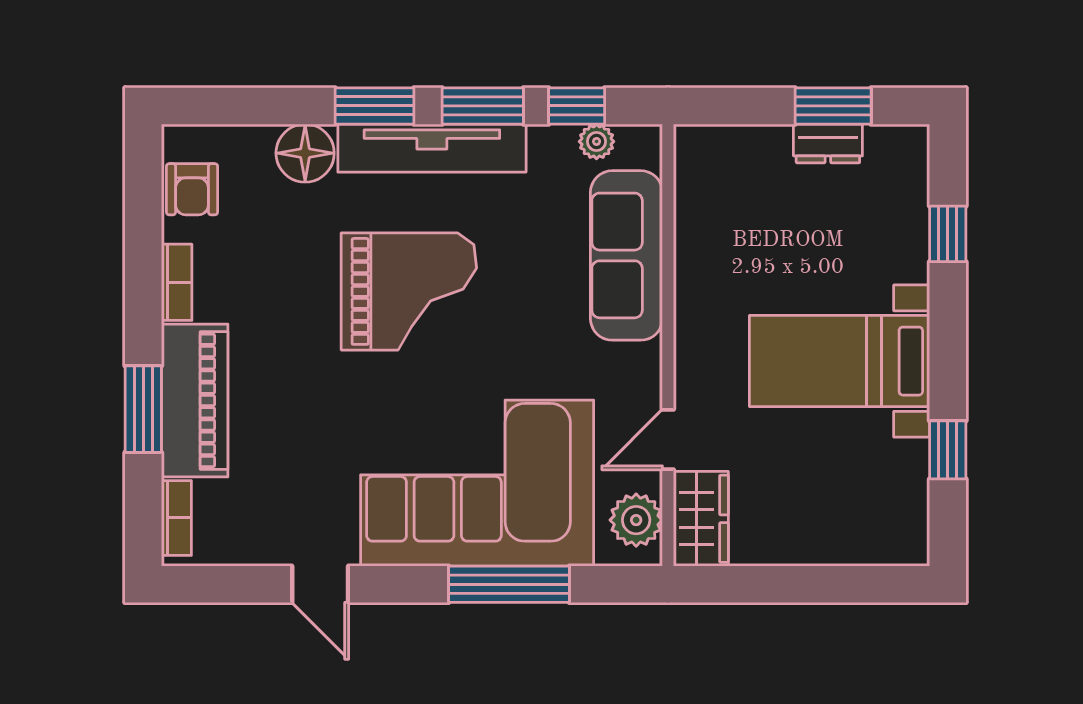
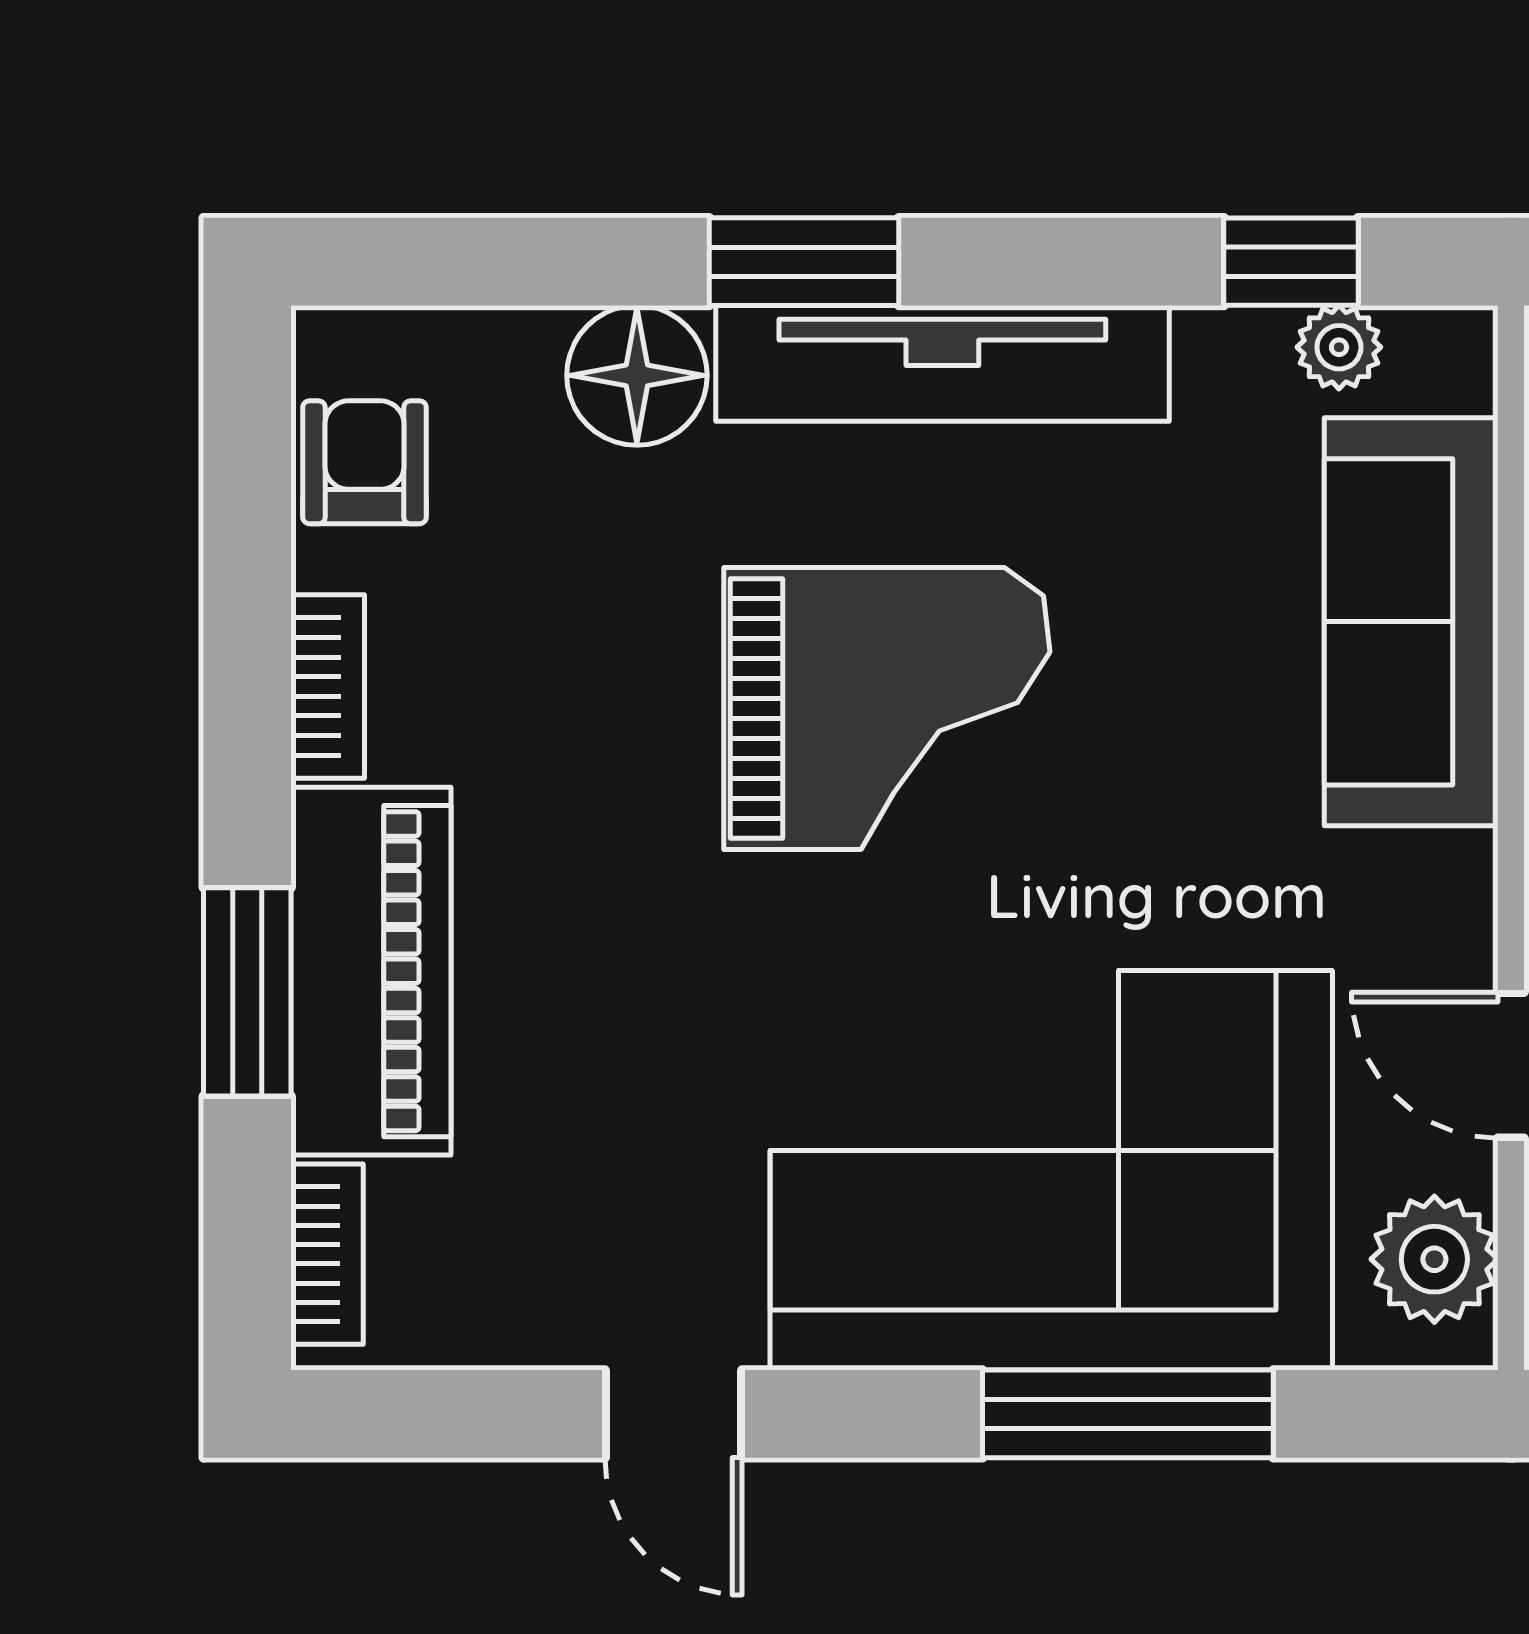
window: (483, 106) -> (1065, 262), removed
armchair: (192, 189) -> (364, 462), turned 180
door: (668, 440) -> (1511, 1065), hinge flipped

